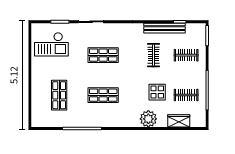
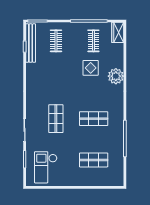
bench: (165, 28) -> (31, 43), moved
checkout: (51, 44) -> (46, 167), turned 180
clothes rail: (153, 55) -> (56, 71), removed
shop shelf: (103, 95) -> (94, 119), turned 90
wardrobe: (179, 121) -> (118, 32), moved

